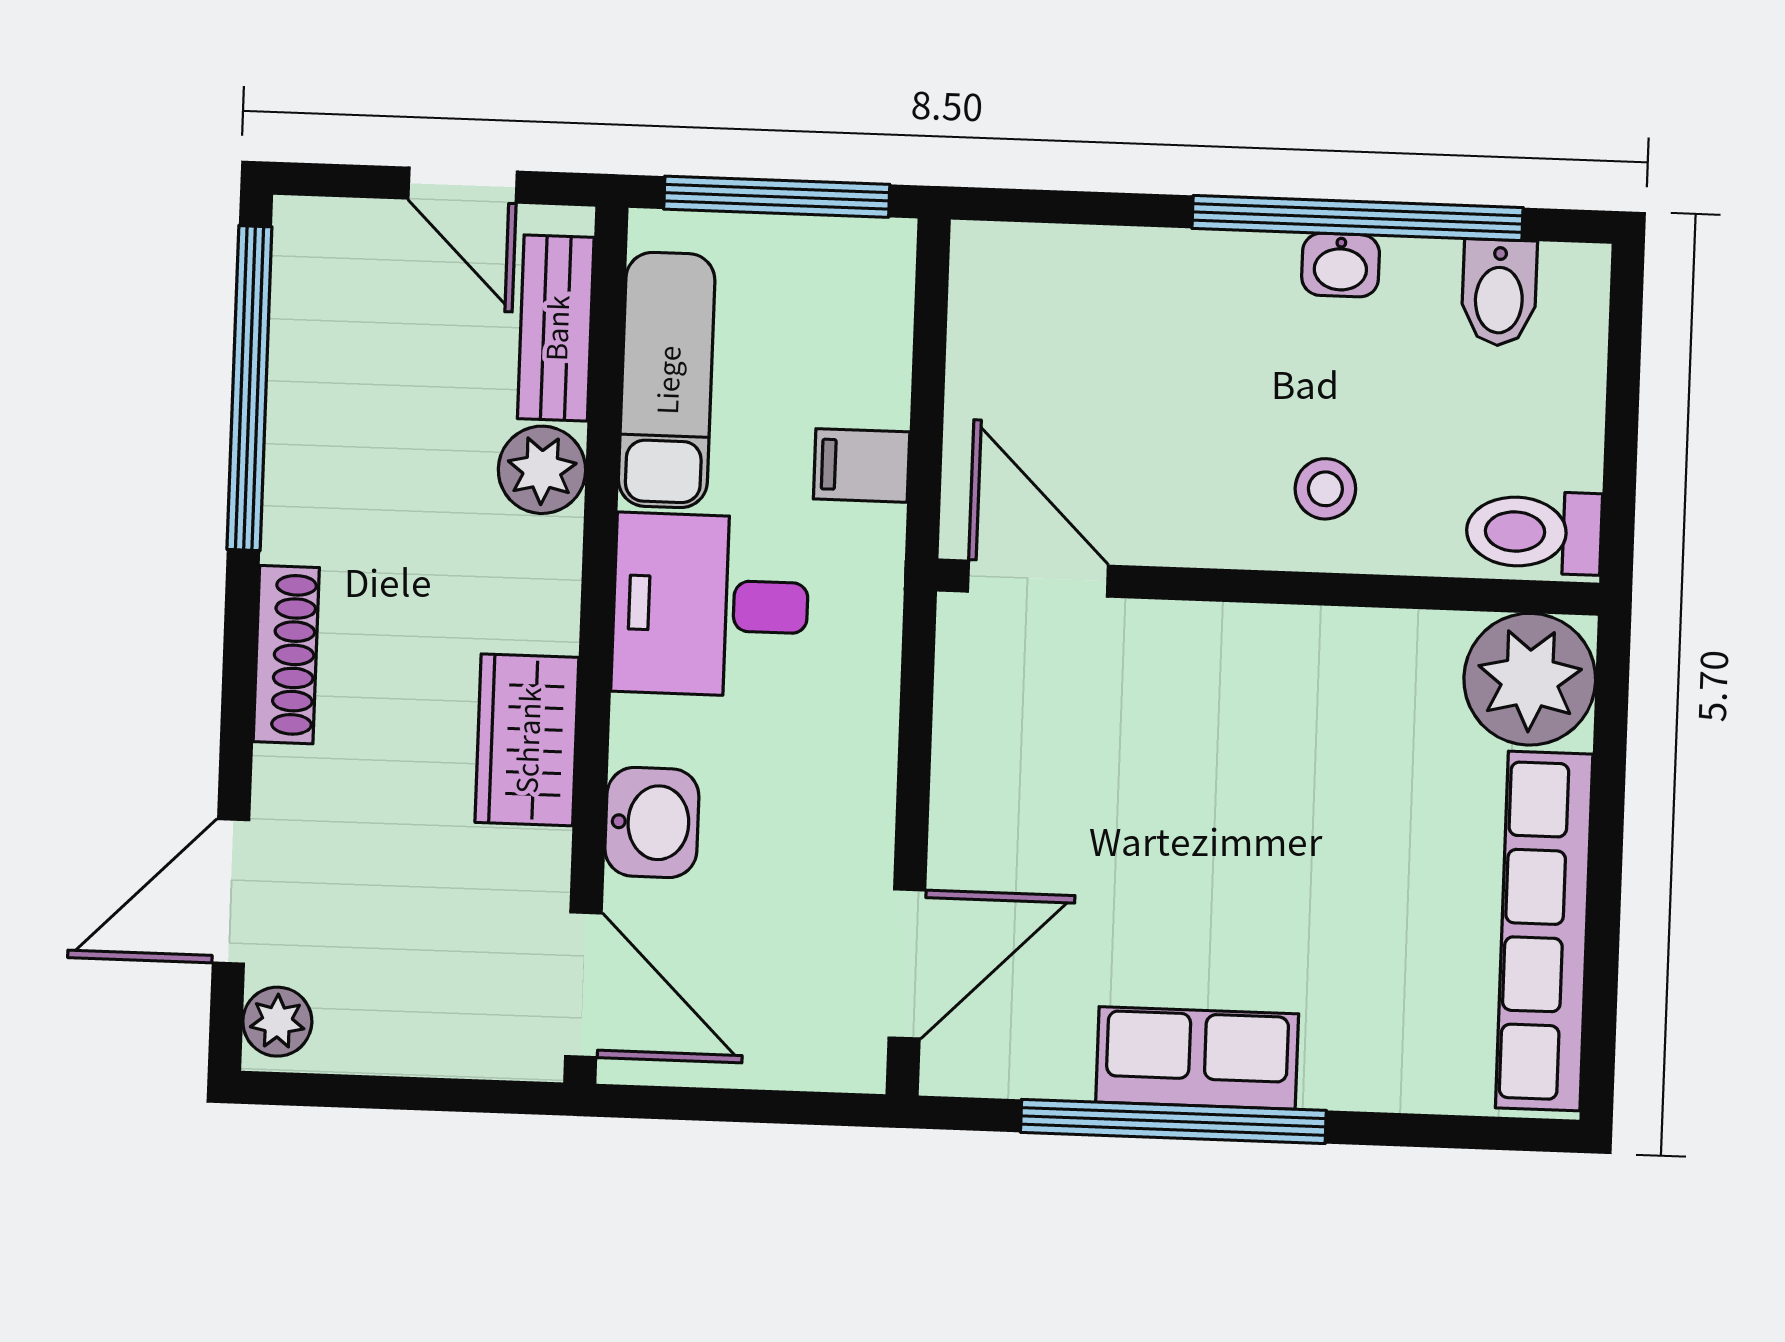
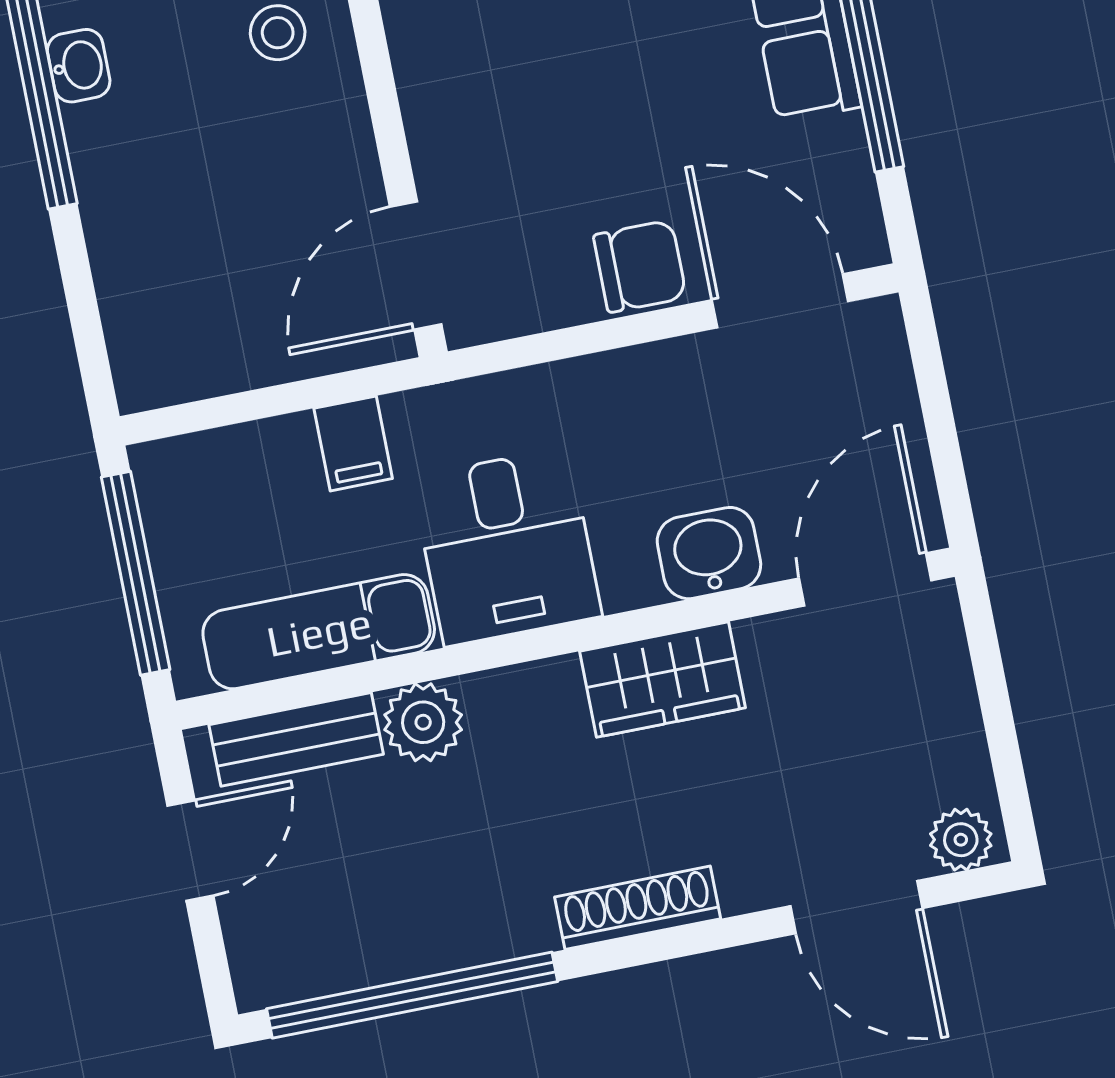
chair: (980, 821) -> (640, 266), added

